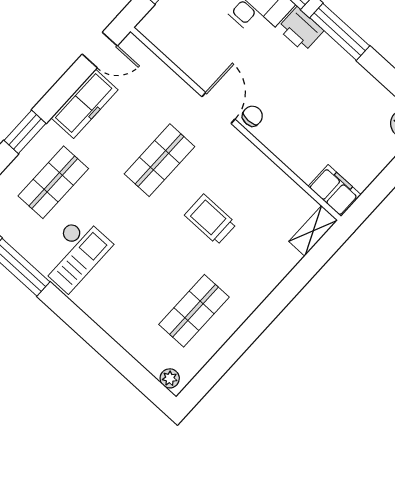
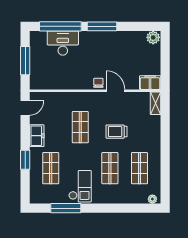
printer: (300, 29) -> (88, 38), removed
freezer: (85, 104) -> (37, 136), width x0.71
door: (218, 108) -> (115, 91), moved
shop shelf: (147, 268) -> (110, 168), added

